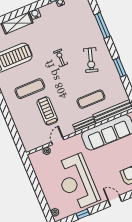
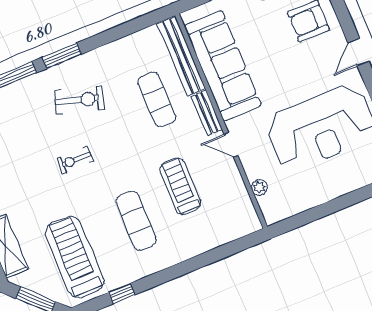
window: (120, 67) -> (62, 56), moved
treadmill: (47, 111) -> (180, 186), turned 90
door: (58, 141) -> (231, 145), moved

